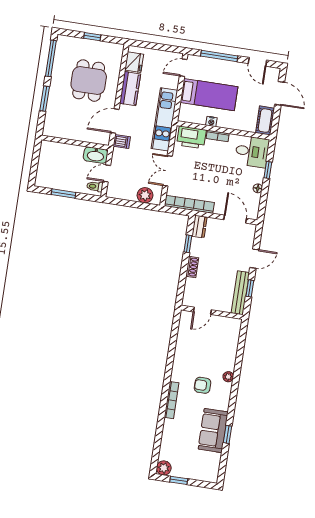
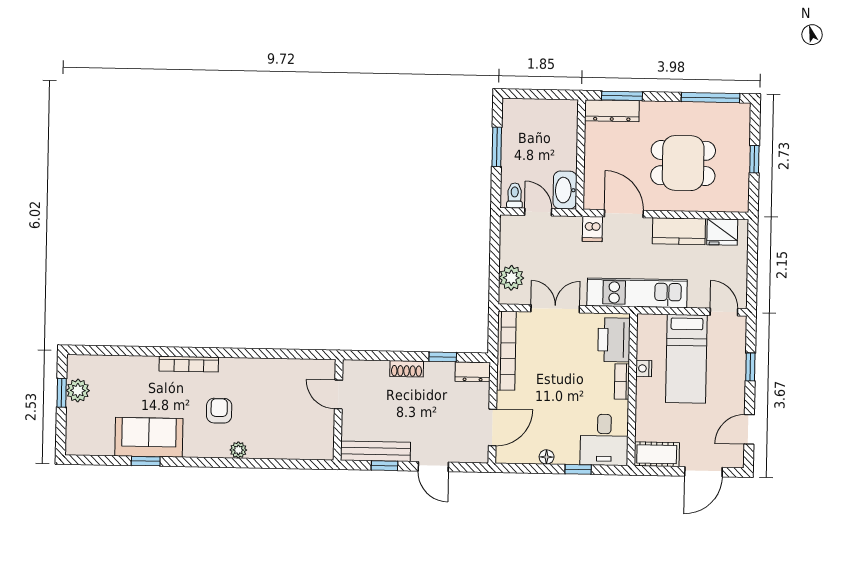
window: (219, 56) -> (750, 367), width x0.46
window: (45, 99) -> (622, 96), moved
dresser: (51, 120) -> (612, 111), added
plant: (164, 468) -> (78, 390), moved

